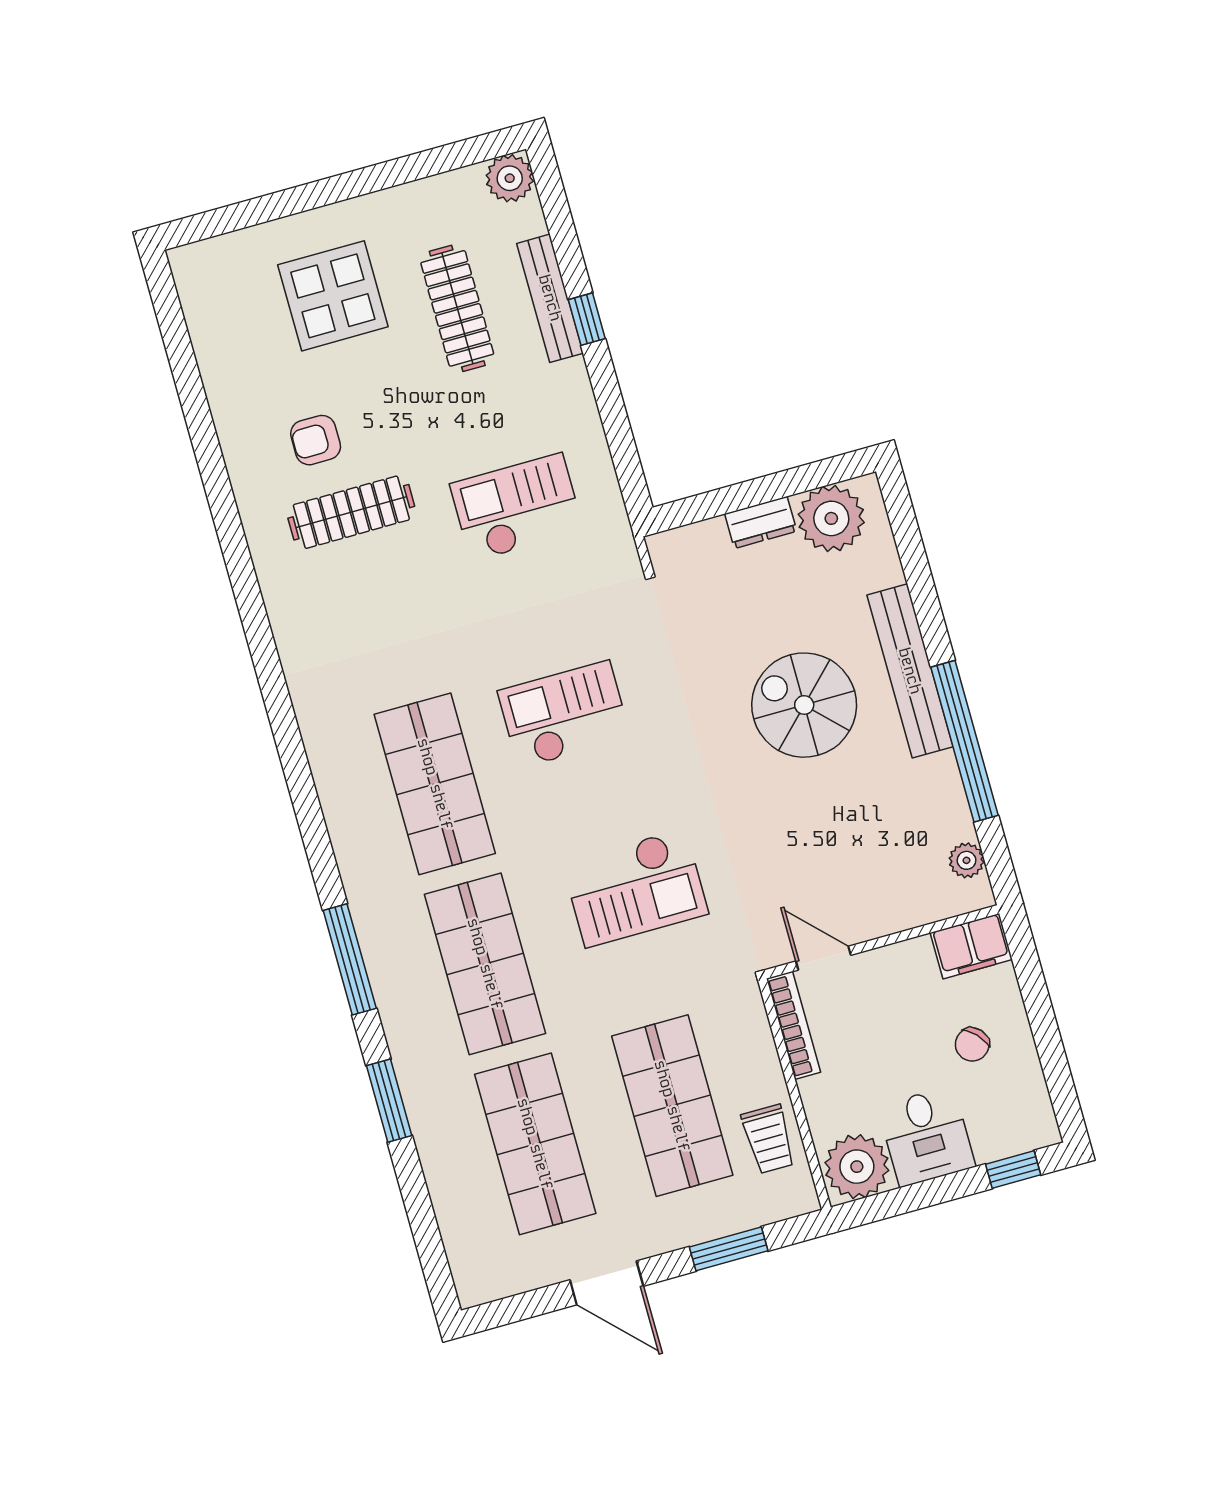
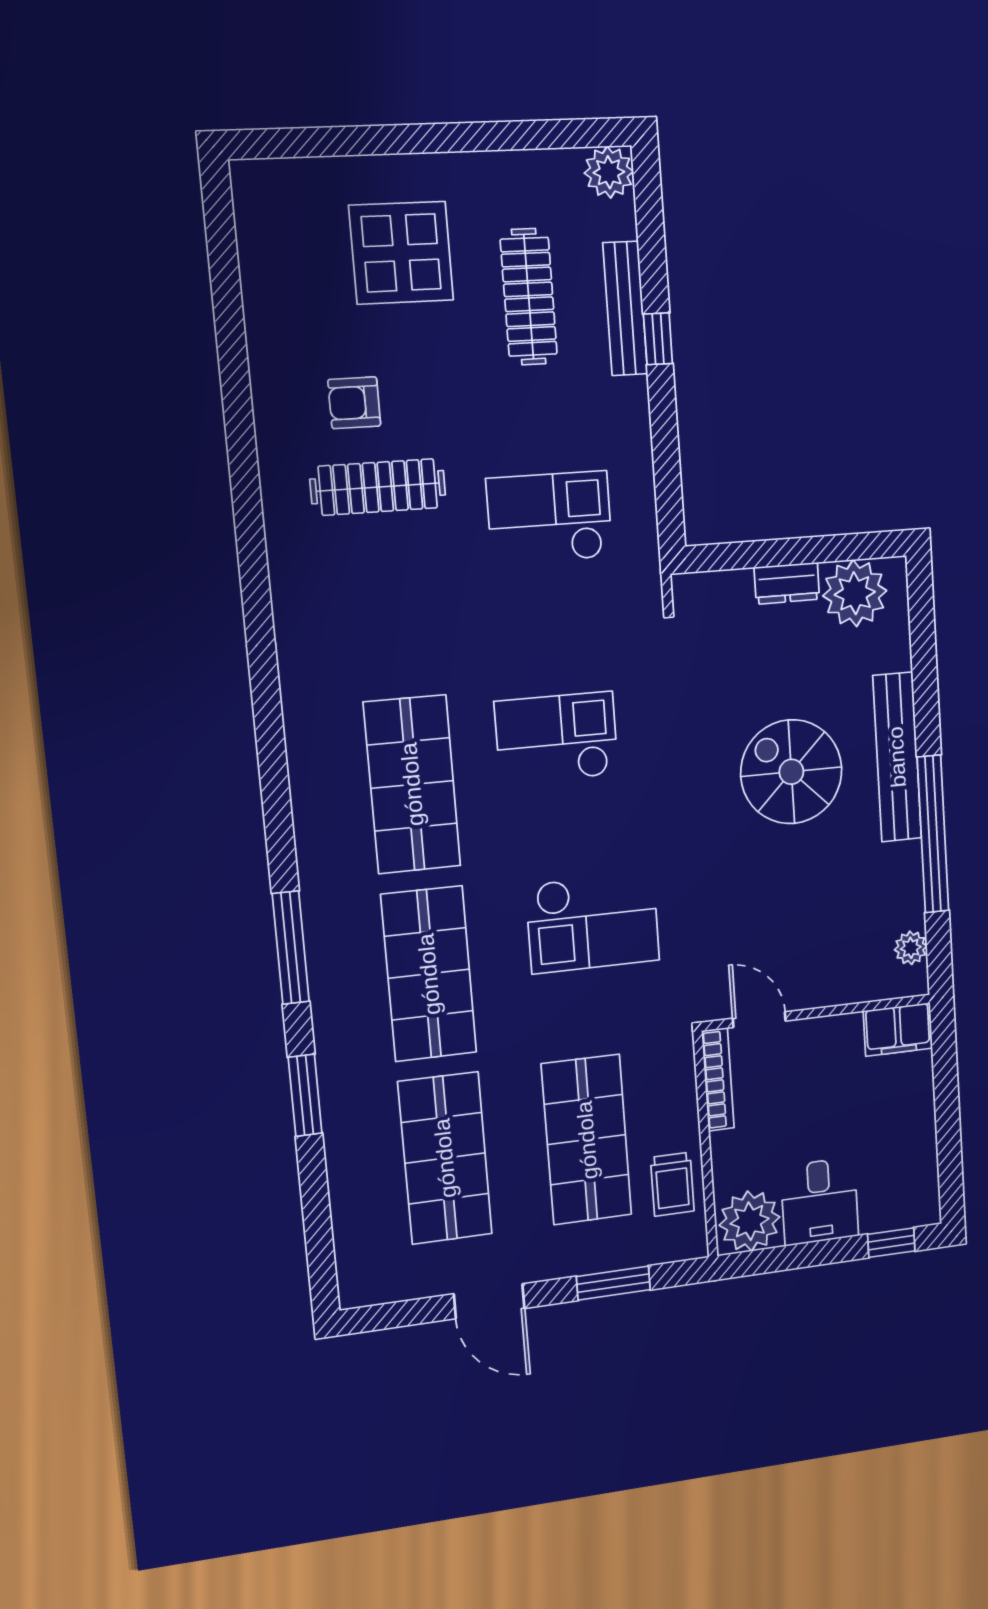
chair: (972, 1044) -> (879, 1122), removed

